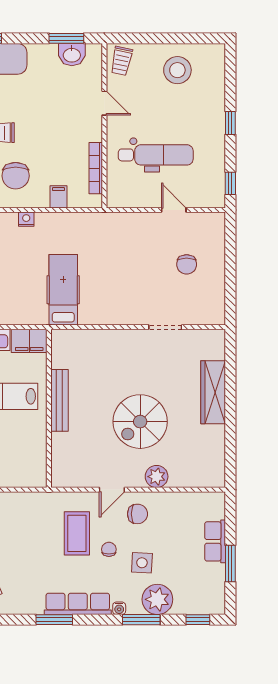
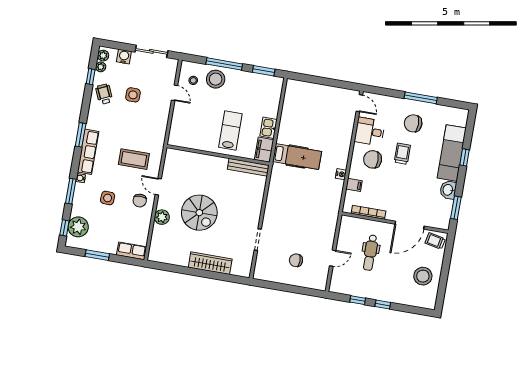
washbasin: (72, 55) -> (448, 190), moved
door: (104, 103) -> (410, 225), width x1.87
dental chair: (156, 155) -> (370, 253), width x0.73, depth x0.72
window: (230, 183) -> (358, 300), moved
nightstand: (26, 219) -> (341, 174), moved
hospital bed: (63, 290) -> (297, 157), moved
bench: (59, 400) -> (248, 167), moved
spiral stairs: (140, 422) -> (199, 213), turned 180
row of seats: (215, 541) -> (132, 251), moved
chair: (109, 549) -> (120, 178), removed
plant: (157, 599) -> (78, 227), moved

